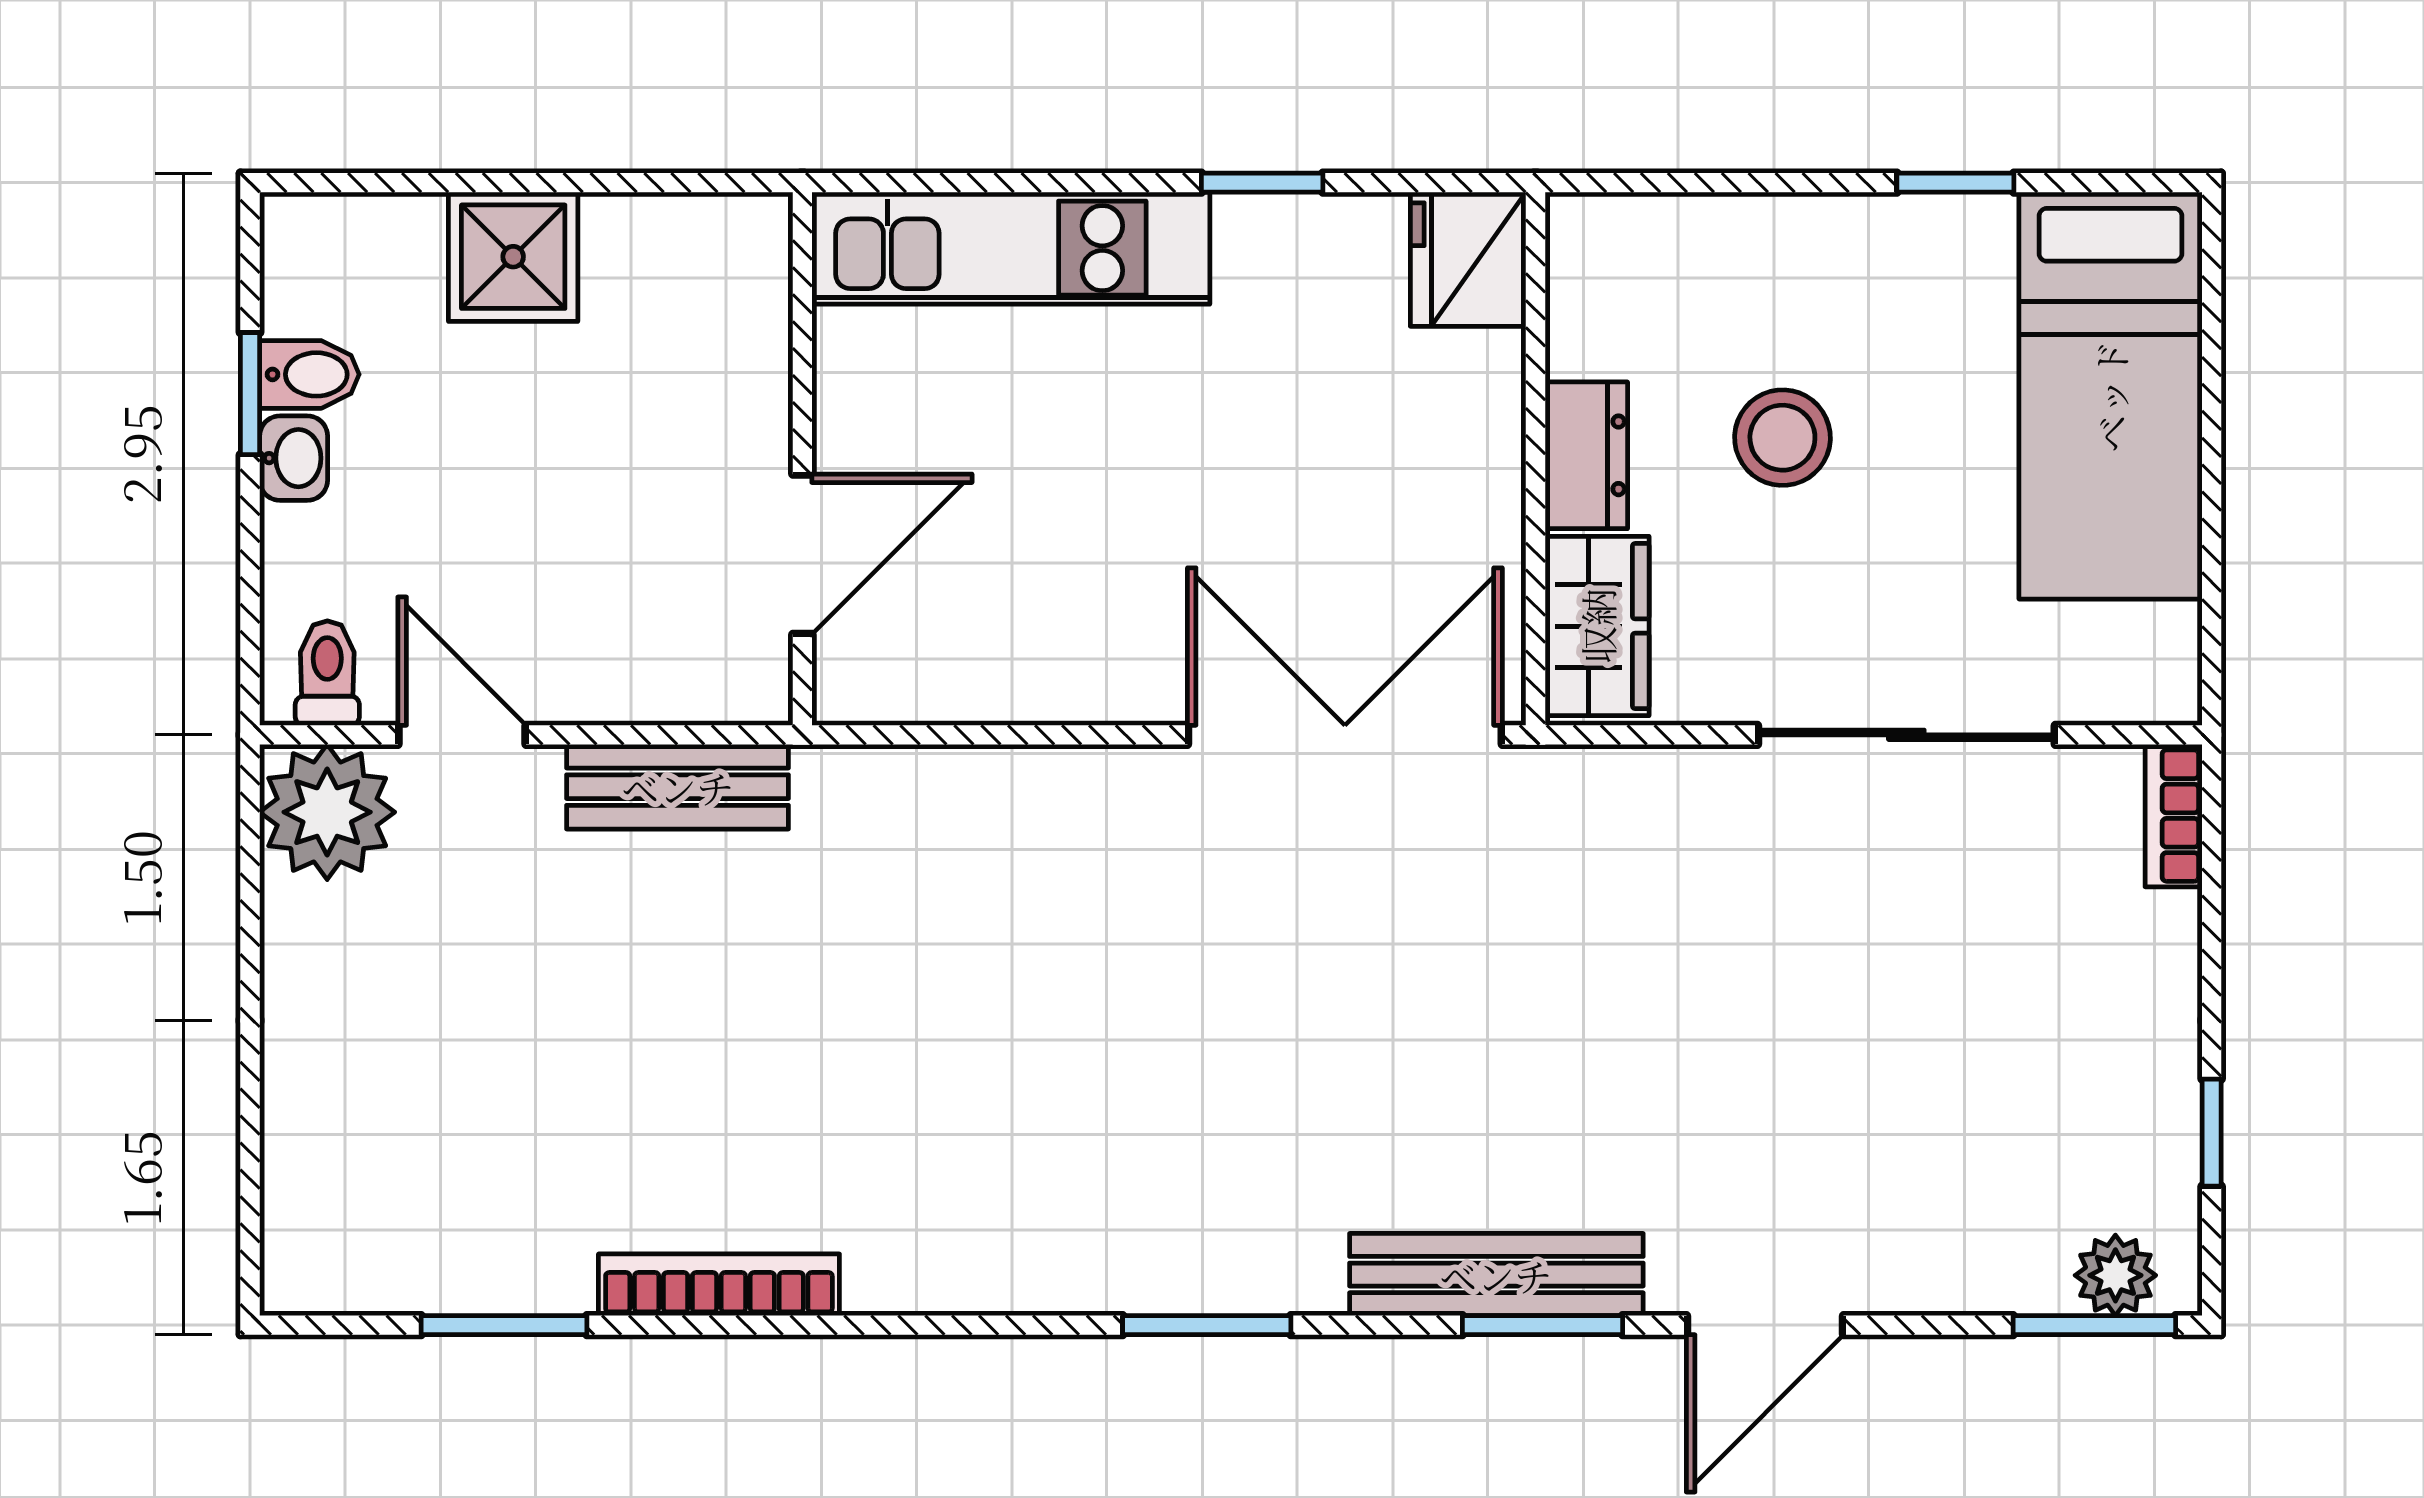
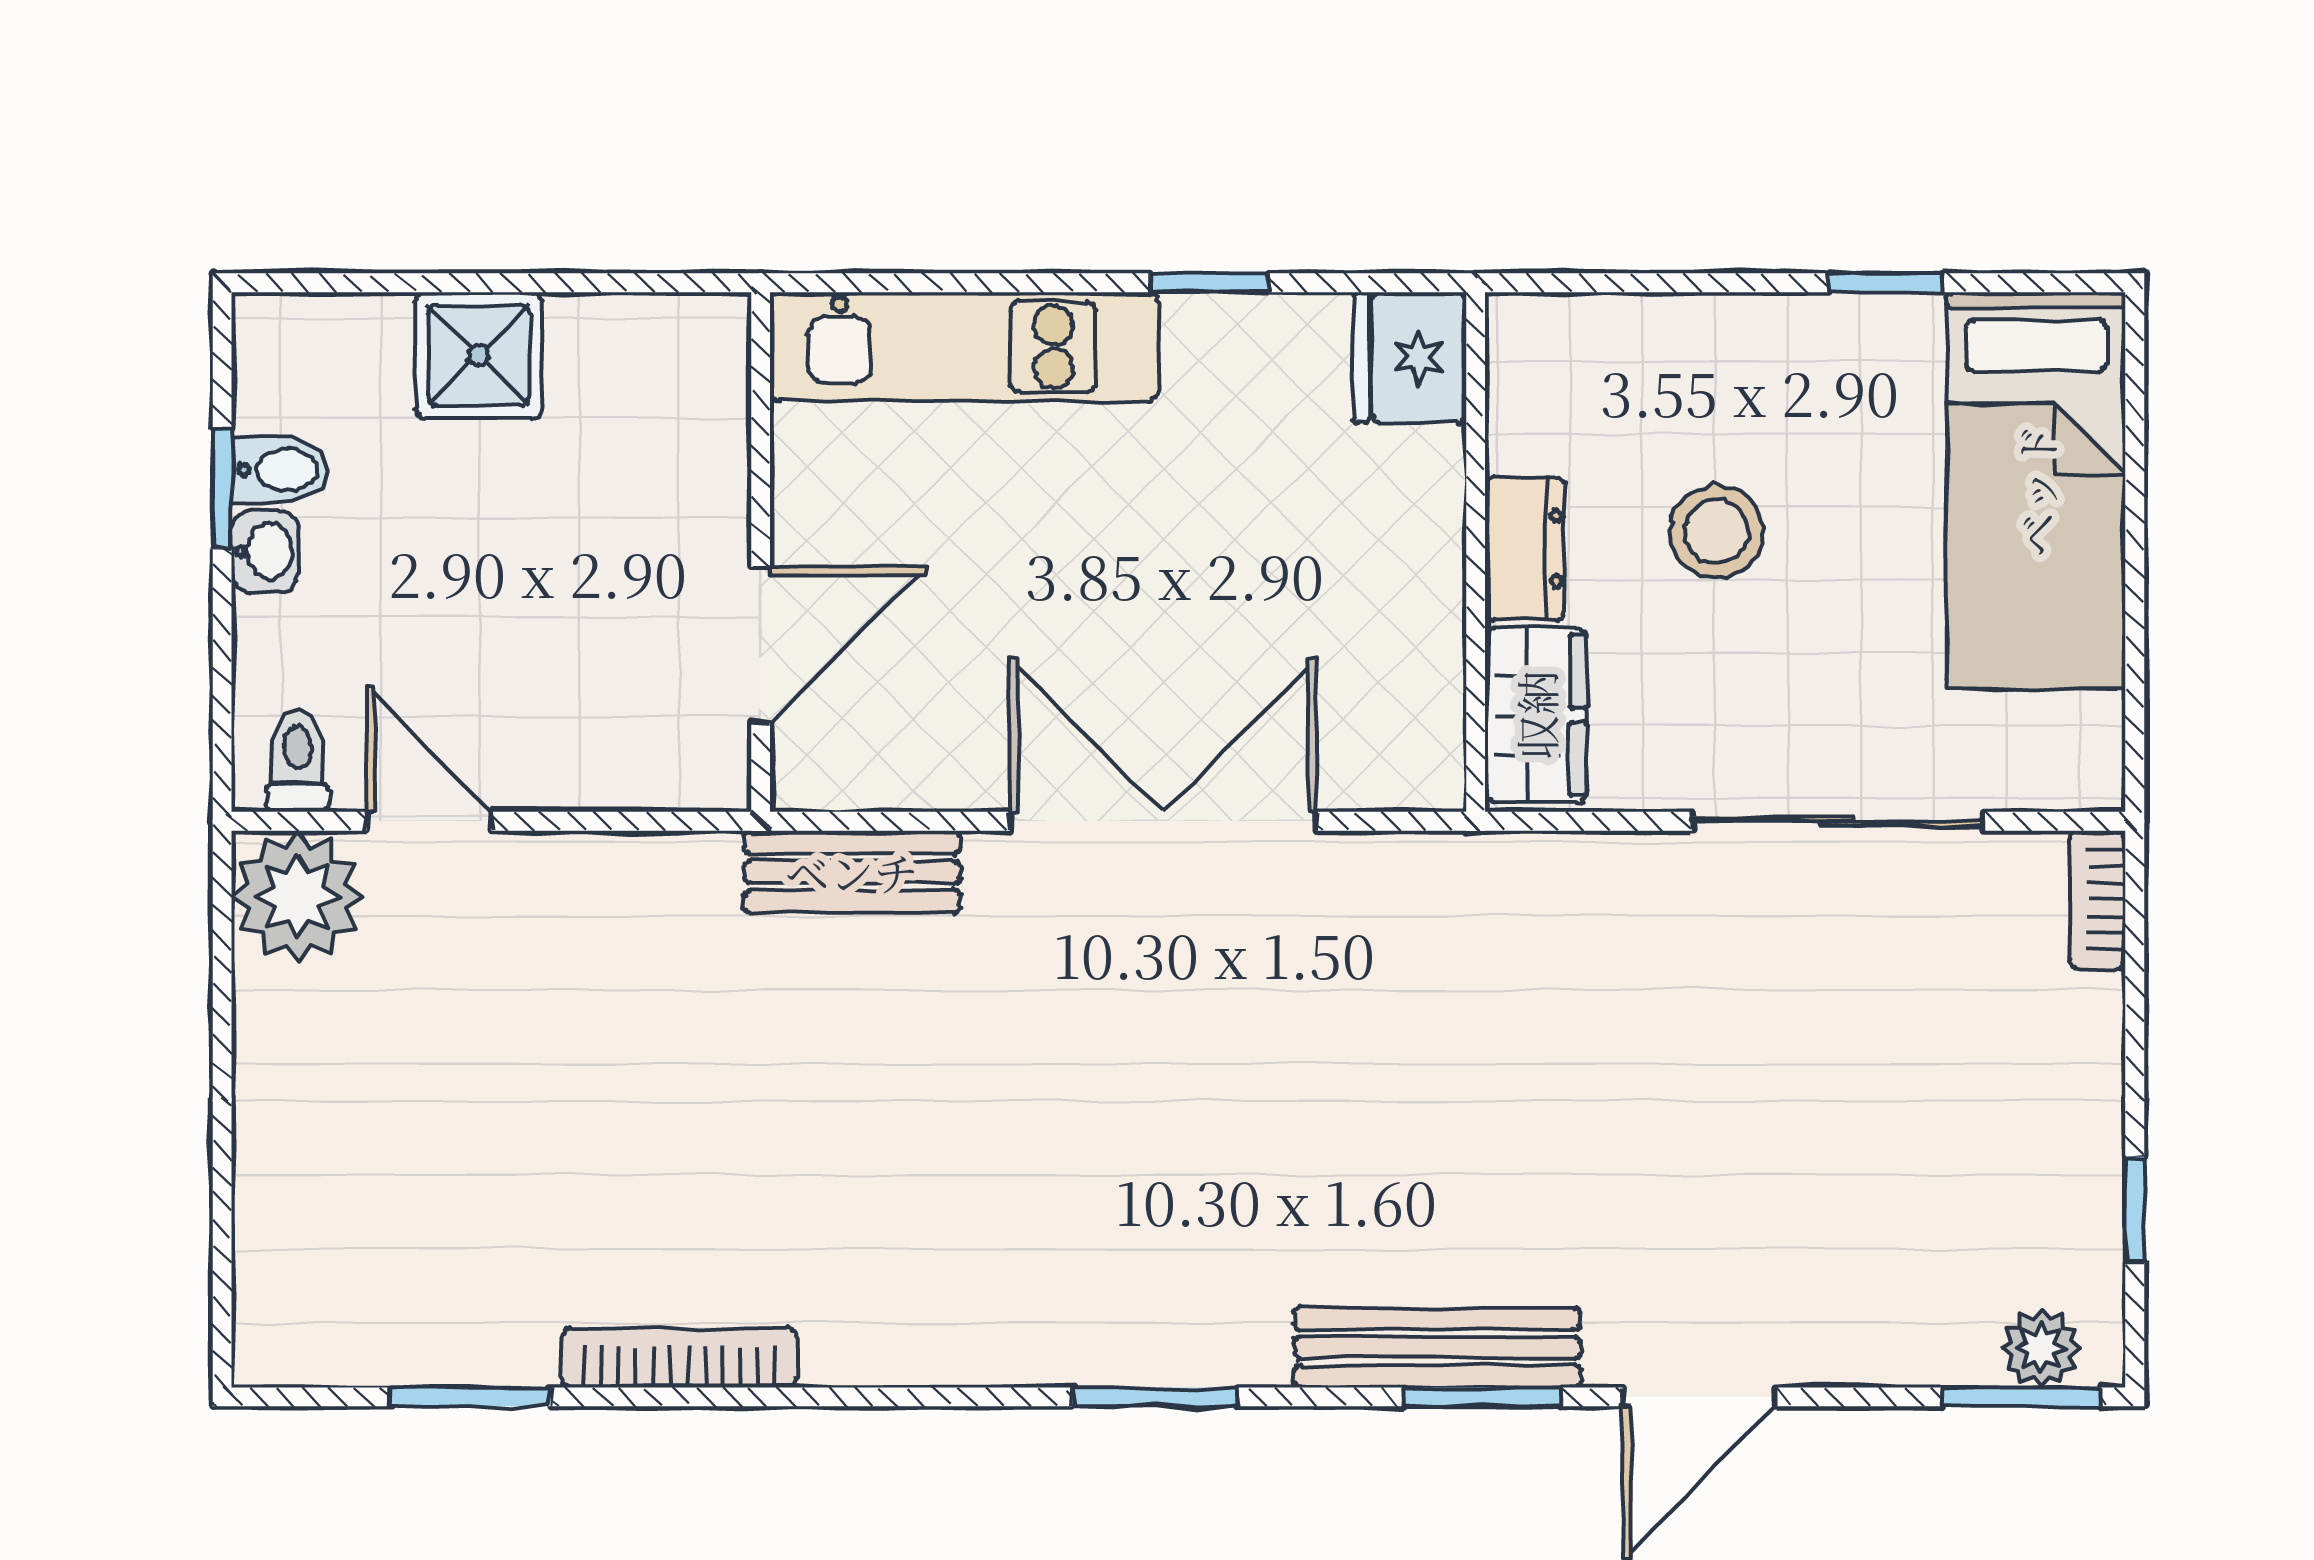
double door: (1345, 735) -> (1163, 821), moved
bench: (678, 787) -> (852, 872), moved

